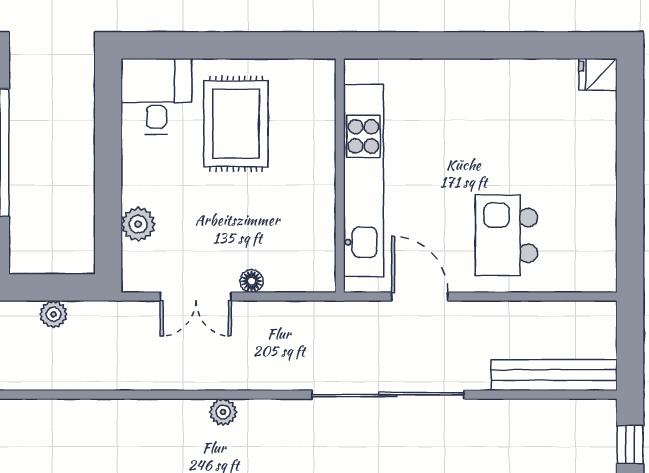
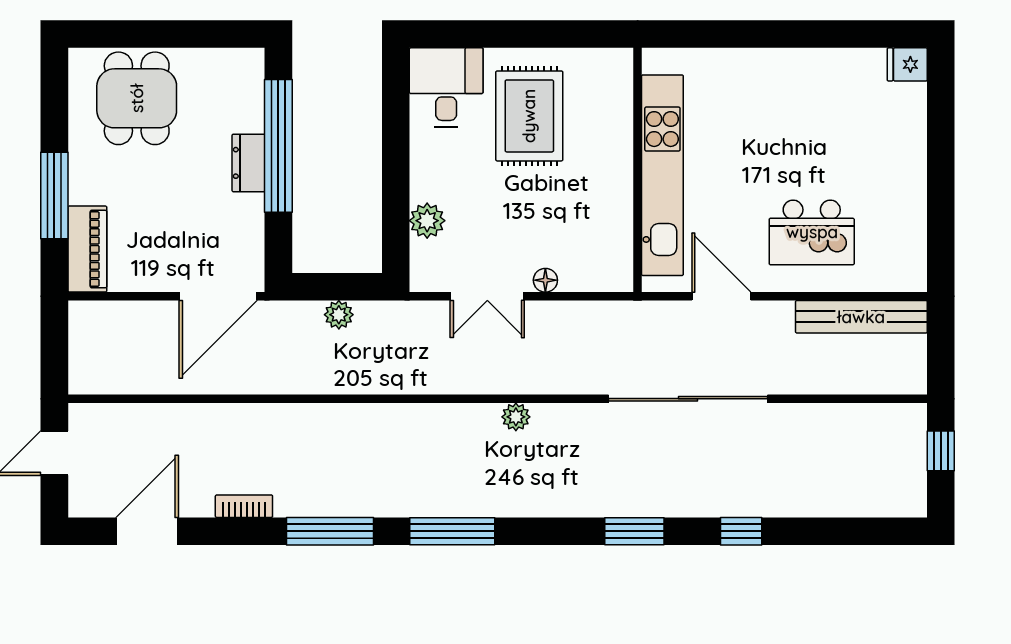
kitchen island: (506, 235) -> (812, 232), turned -90
bench: (554, 375) -> (861, 317), moved

